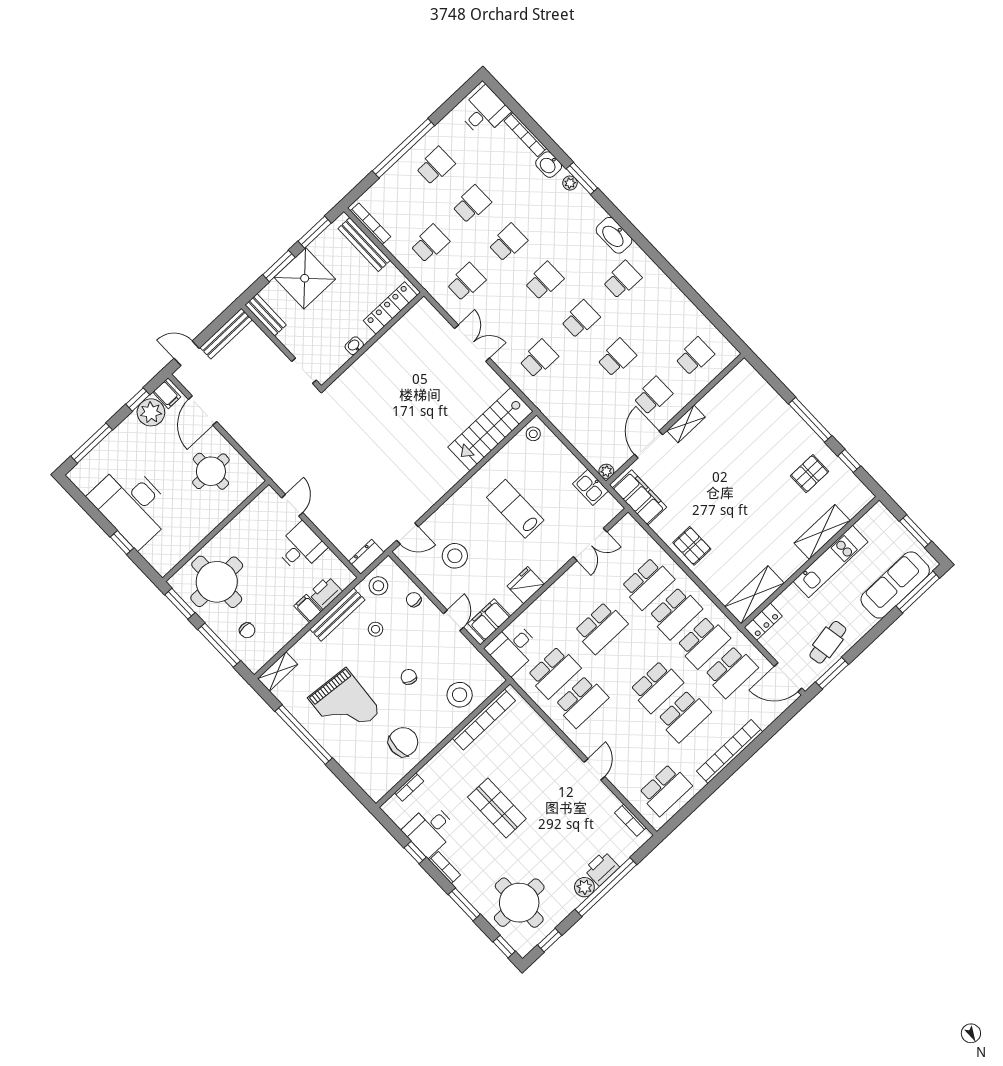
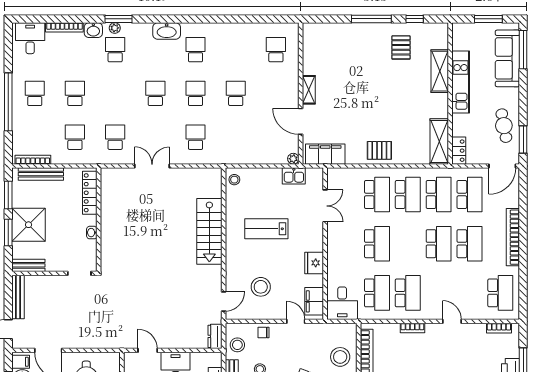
school desk: (508, 242) -> (115, 50), moved
school desk: (653, 396) -> (276, 93), removed
stairs: (491, 429) -> (209, 231), moved
bookcase: (552, 738) -> (412, 328), added

